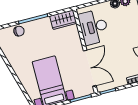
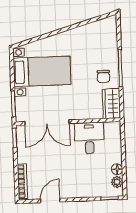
desk: (94, 27) -> (89, 138), width x0.73
chair: (19, 31) -> (103, 76), moved

